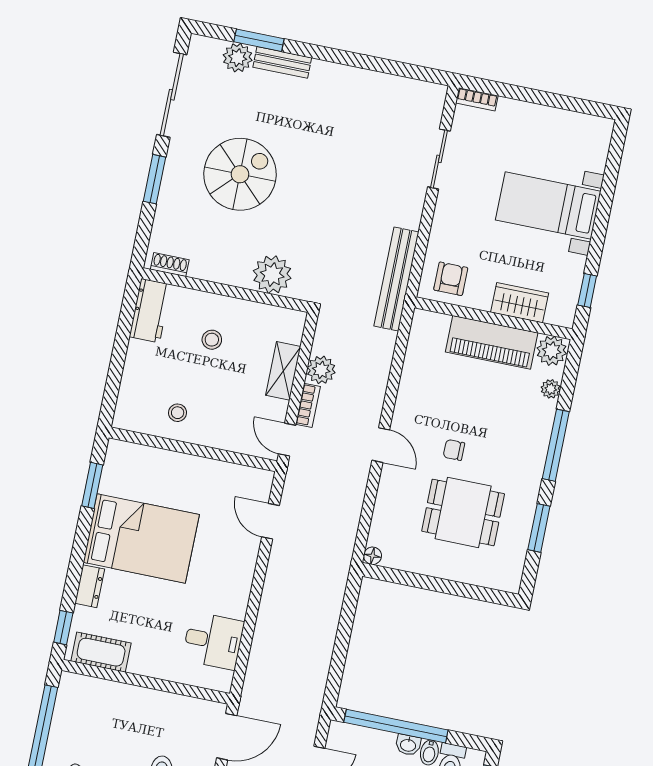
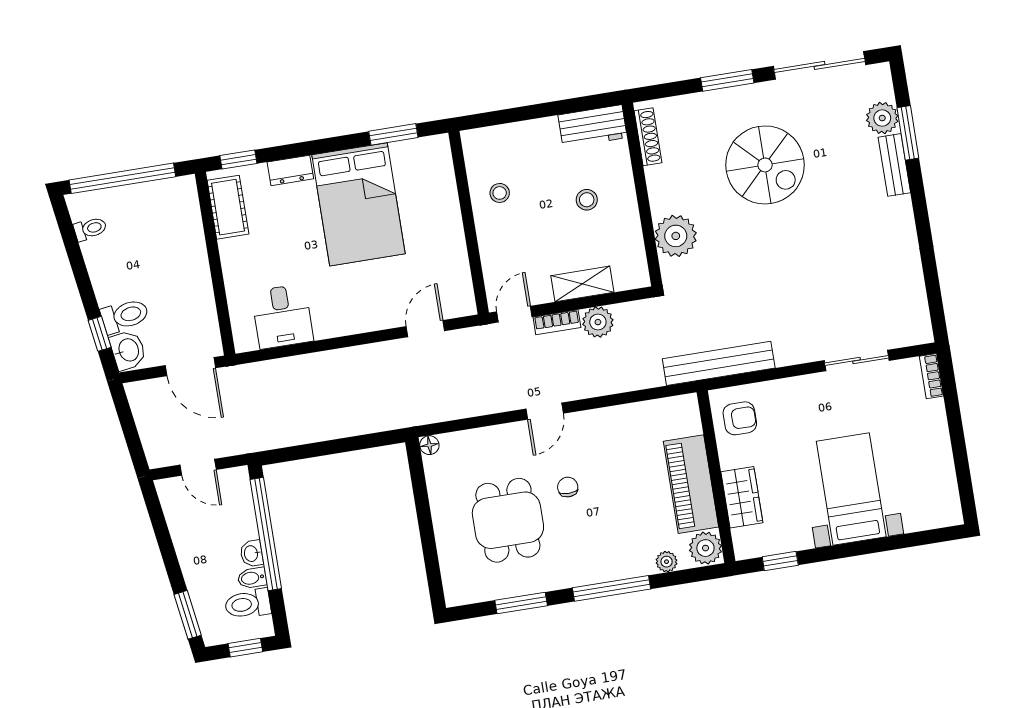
shoe rack: (170, 265) -> (648, 137), width x1.43

